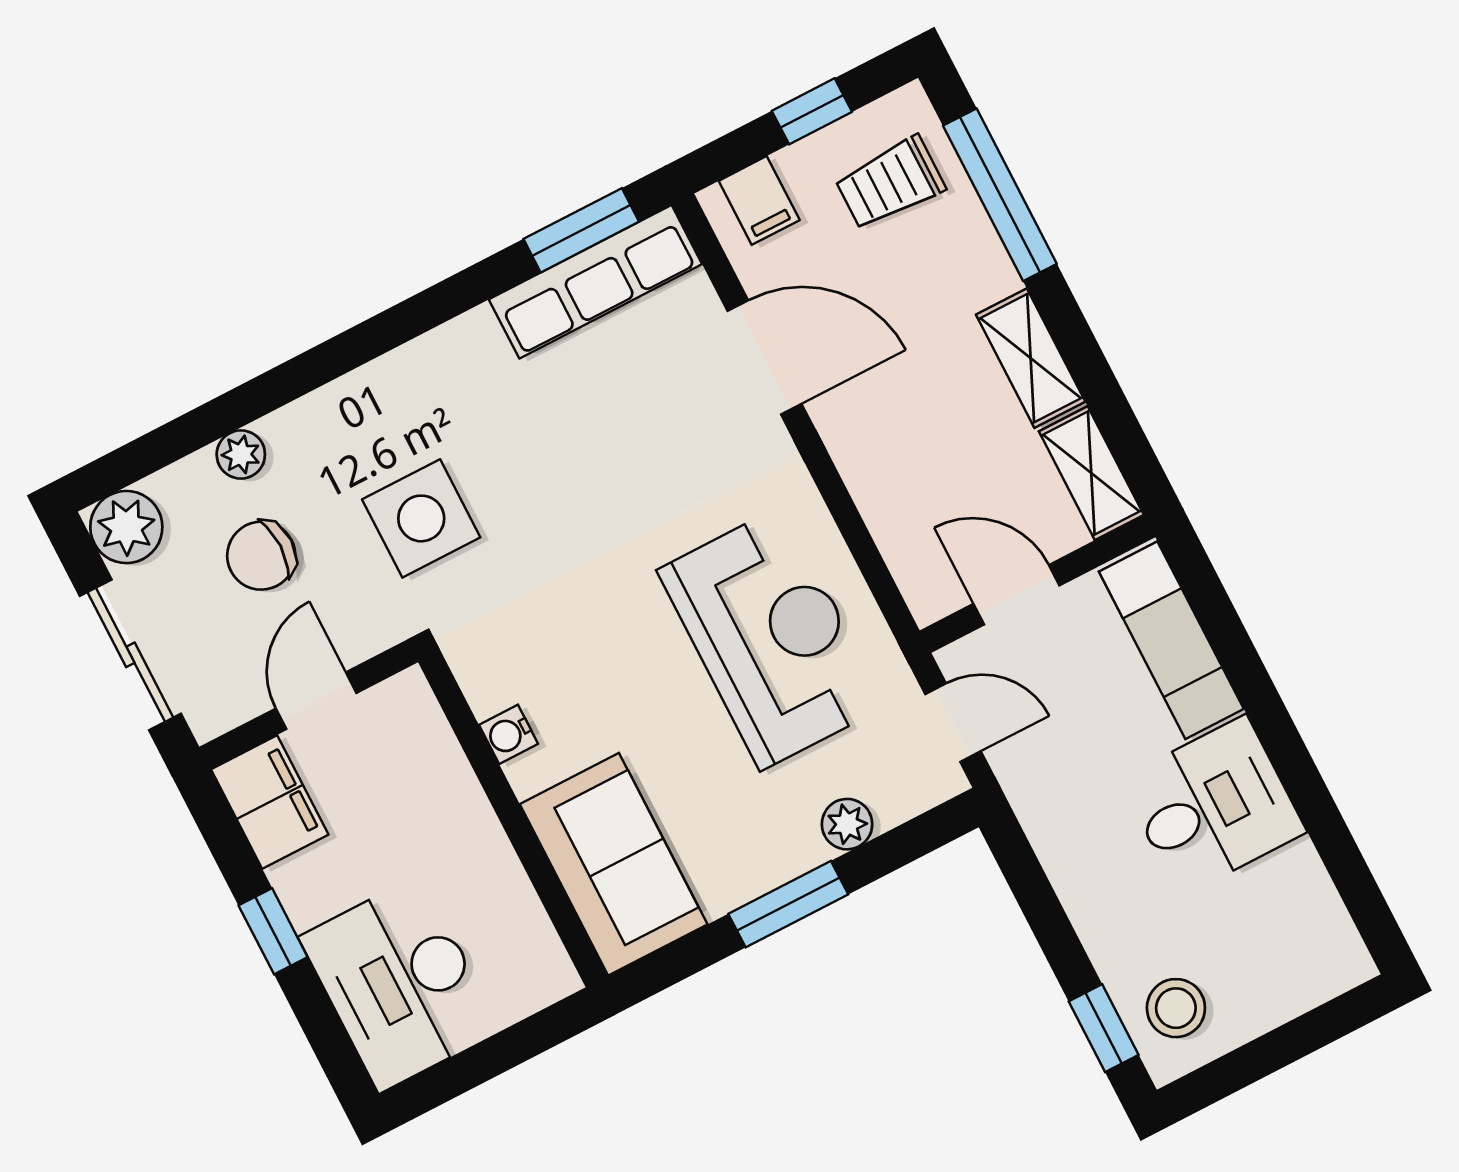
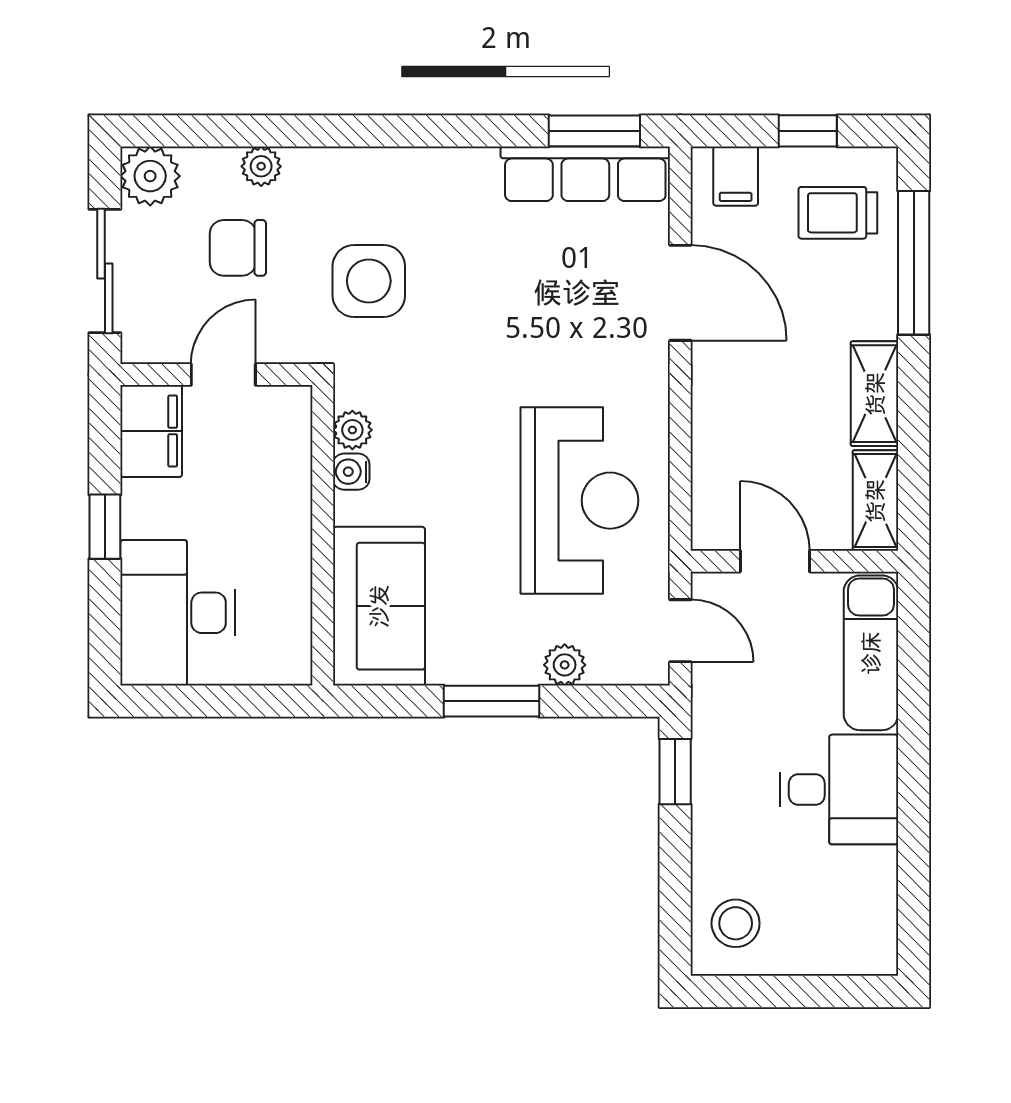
plant: (487, 689) -> (352, 430), added
window: (1104, 1028) -> (675, 772), moved

